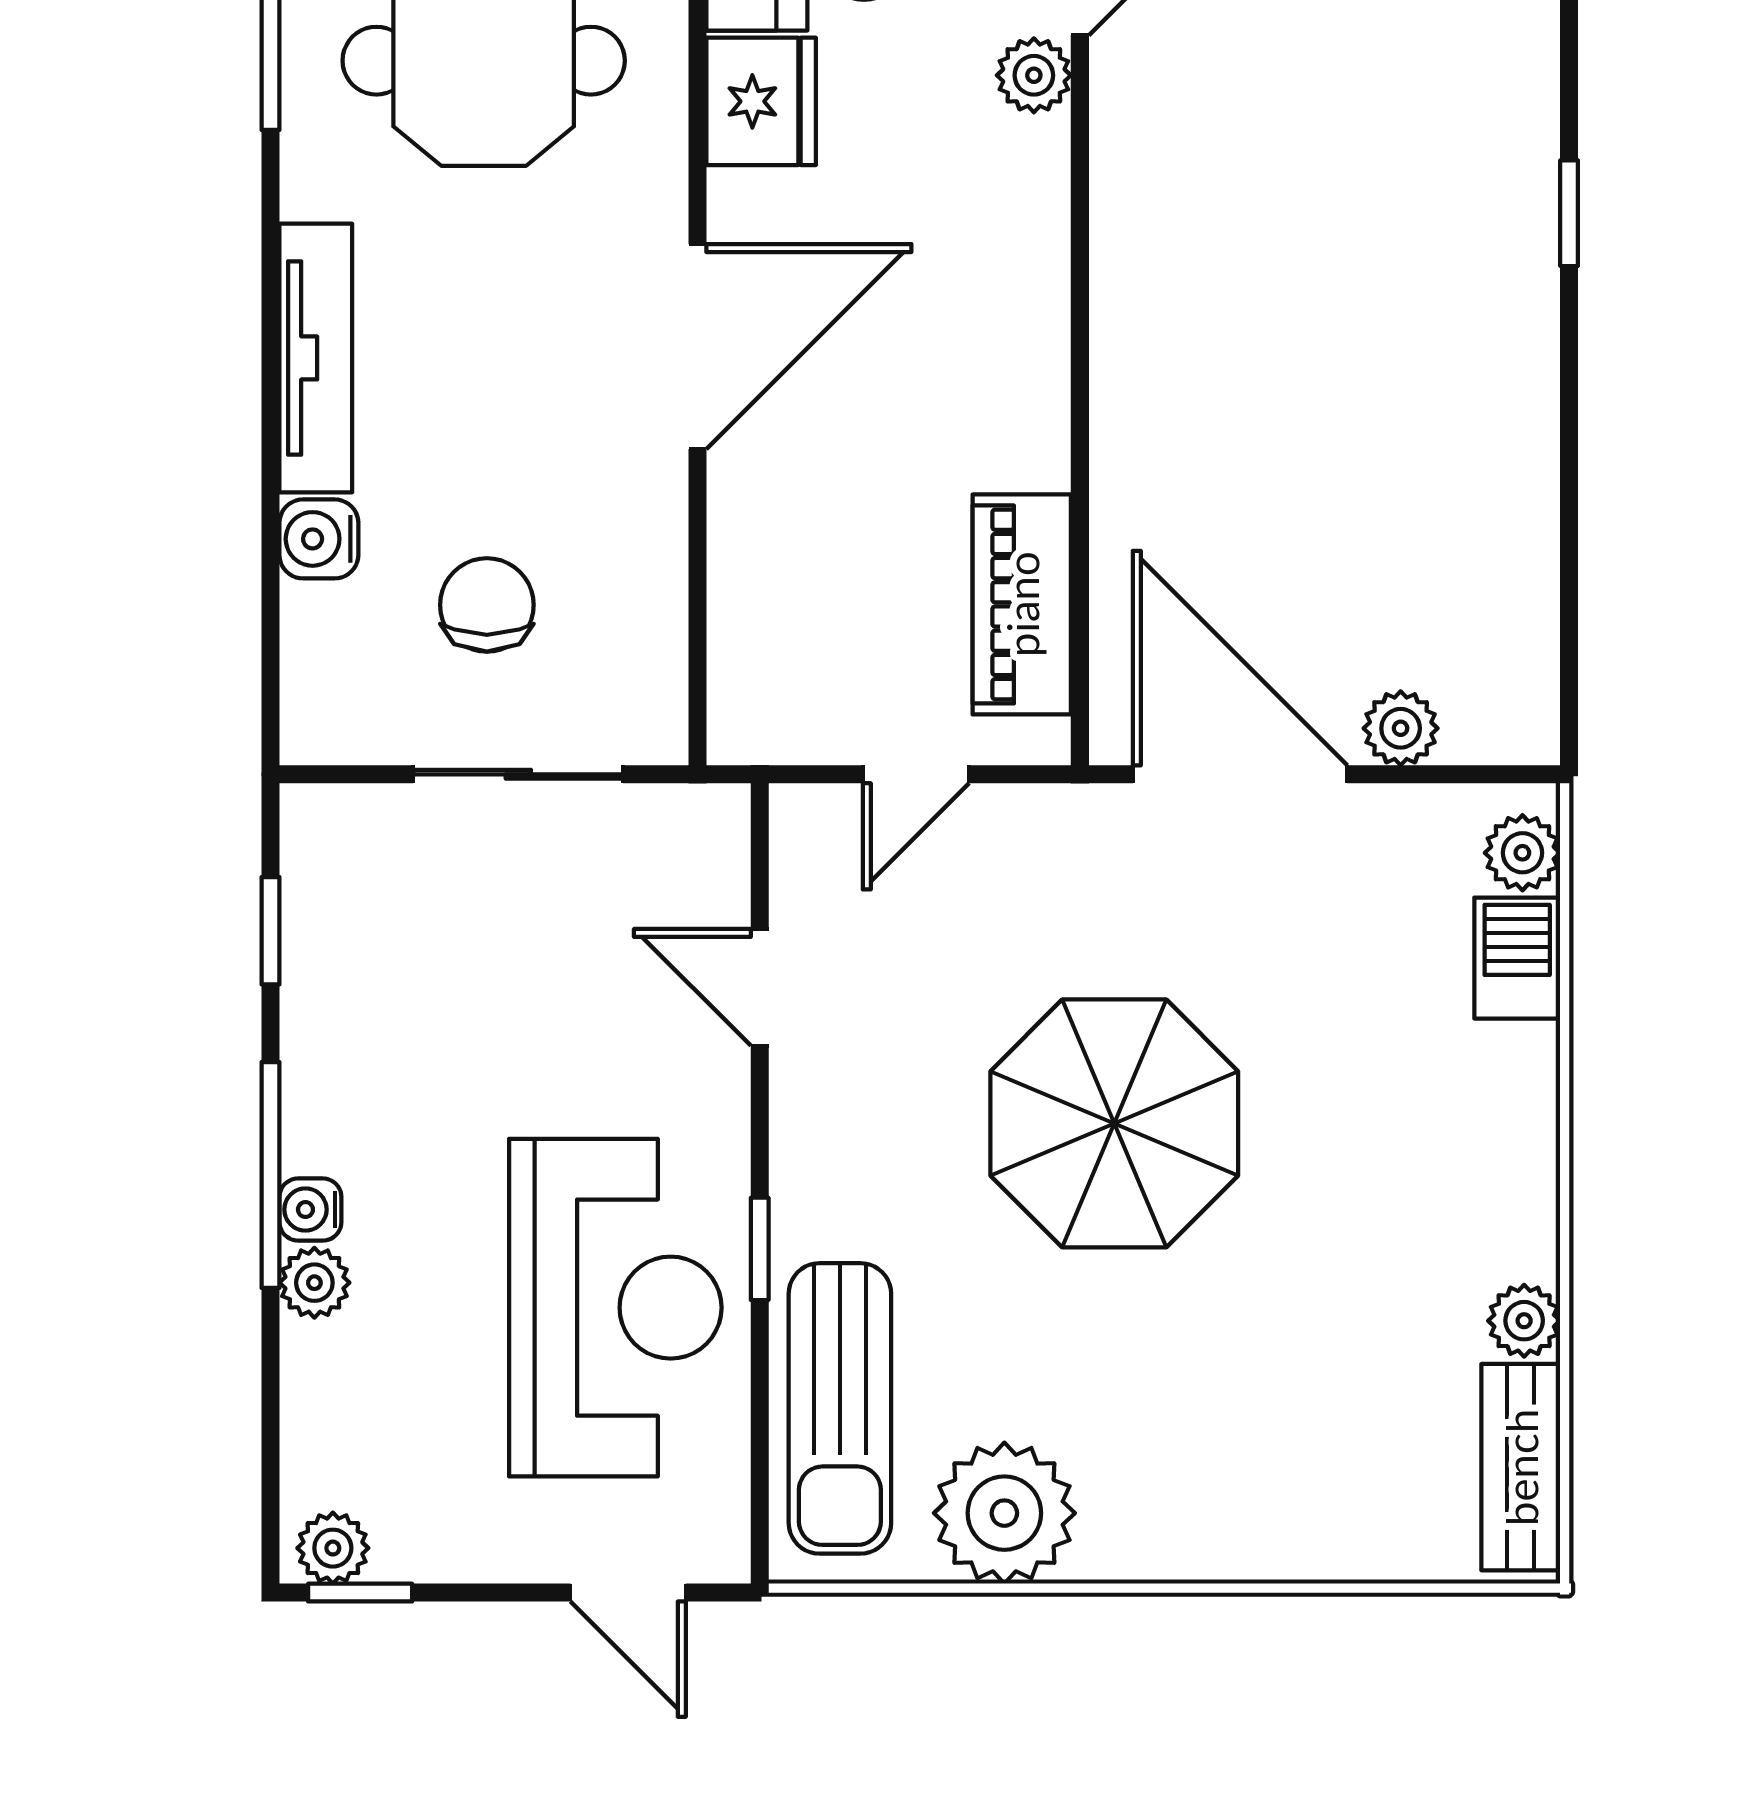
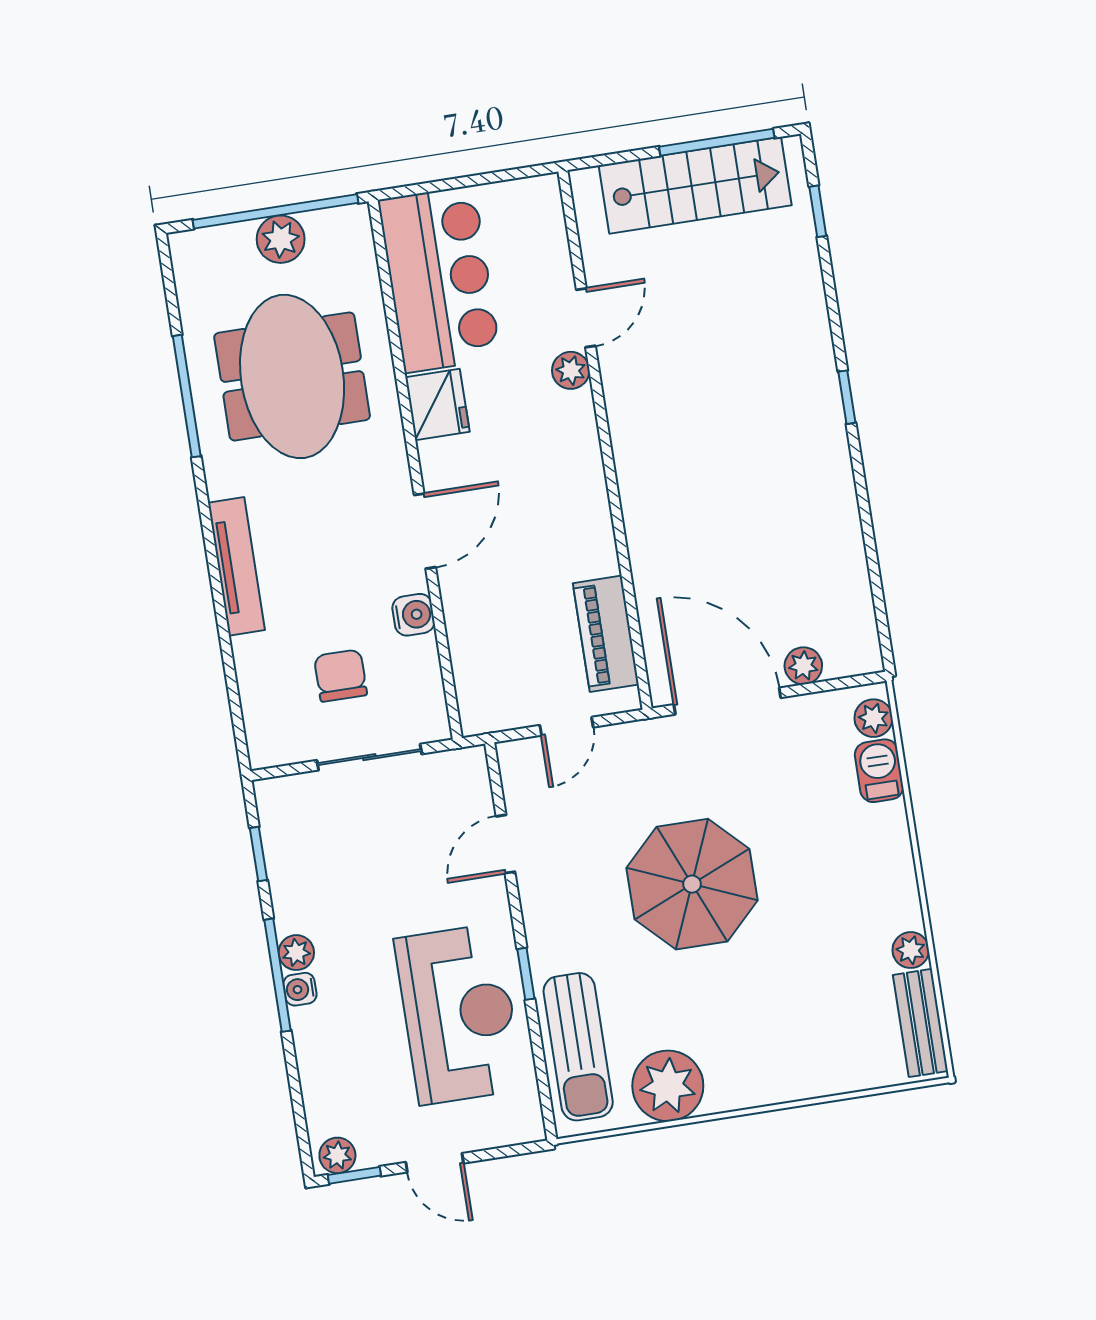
door: (697, 347) -> (425, 531), width x0.73
water cooler: (319, 539) -> (413, 615), moved, turned 180
door: (760, 987) -> (506, 844), hinge flipped
plant: (314, 1283) -> (296, 953), moved
door: (628, 1593) -> (435, 1163), moved

